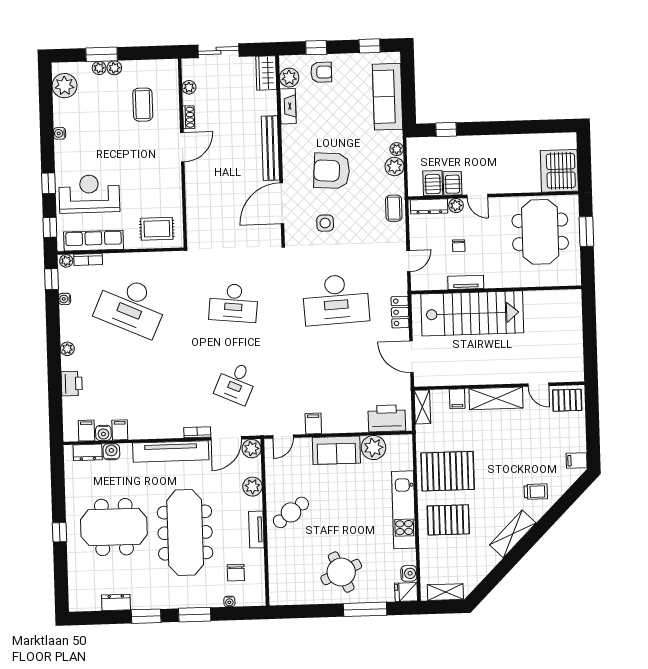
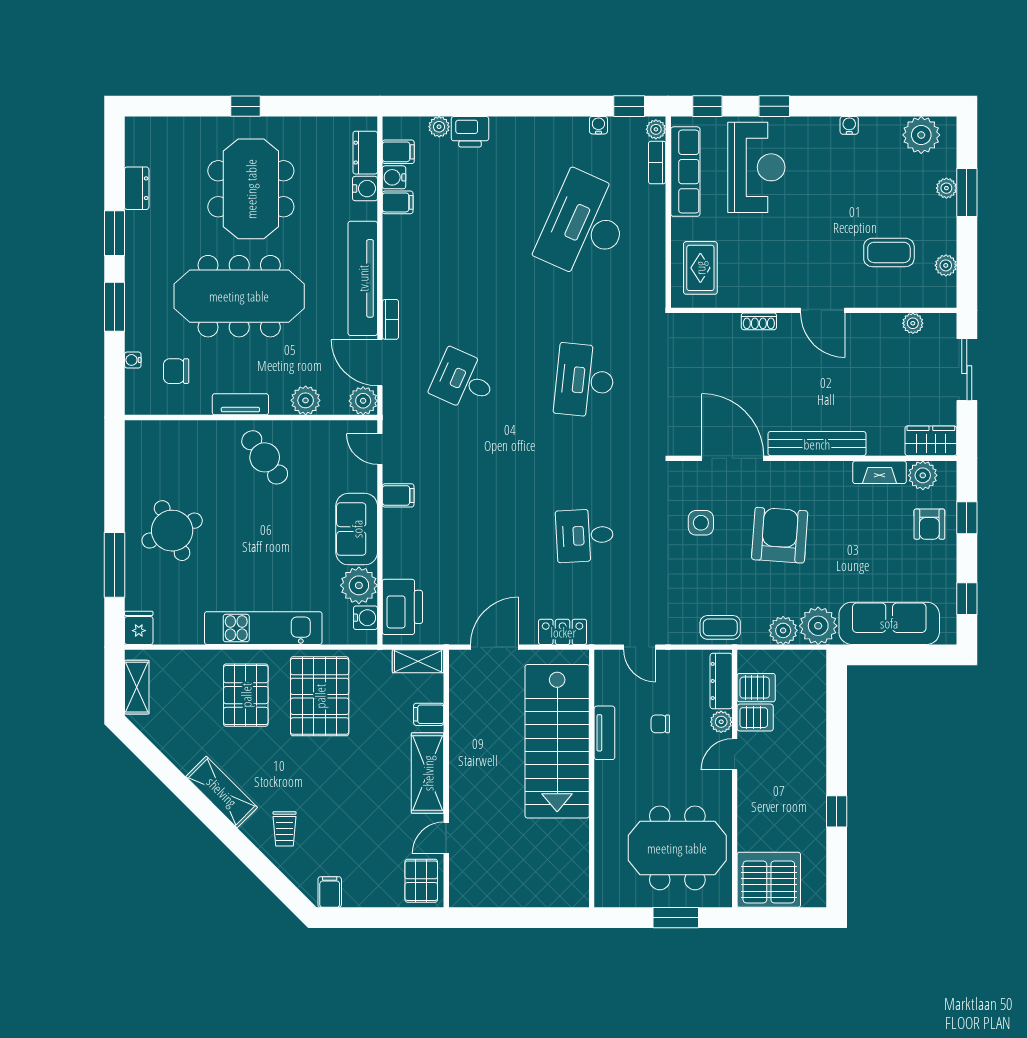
plant: (114, 68) -> (946, 265), moved
shoe rack: (189, 117) -> (759, 321), moved
window: (446, 130) -> (837, 811), moved
plant: (397, 149) -> (818, 626), width x1.88, depth x1.88
desk: (336, 300) -> (585, 535), width x0.53, depth x0.77
plant: (67, 349) -> (439, 127), moved
water cooler: (409, 573) -> (365, 618), moved, turned -90

